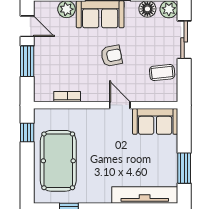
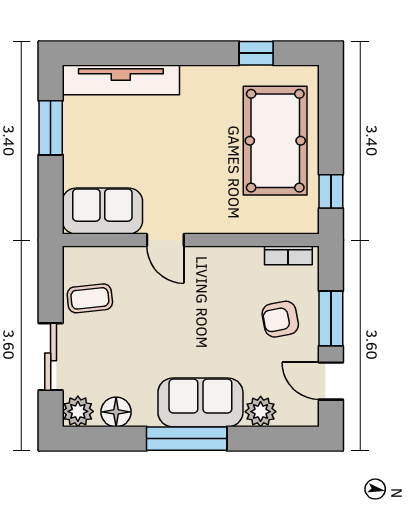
armchair: (111, 56) -> (280, 319), moved
bookcase: (67, 97) -> (288, 255), moved

